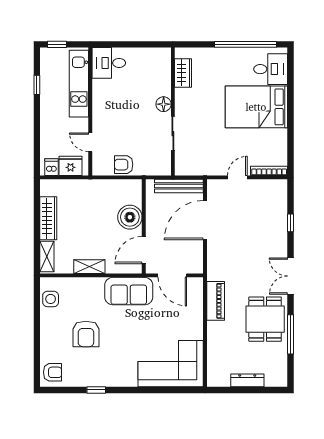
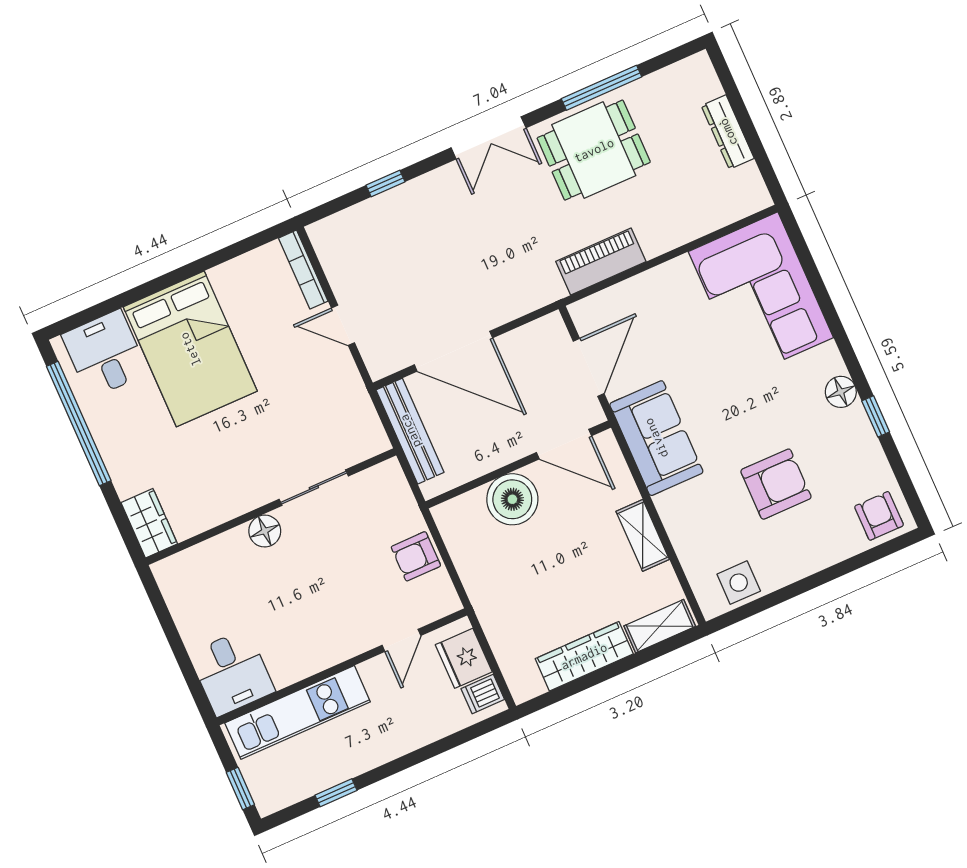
wardrobe: (183, 73) -> (149, 523), moved, turned 90
armchair: (124, 165) -> (416, 556), turned 90
floor lamp: (113, 380) -> (841, 392), added

